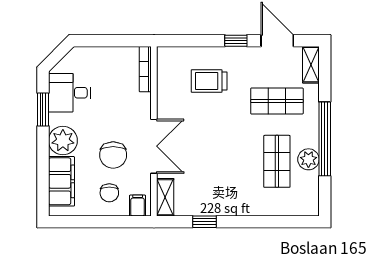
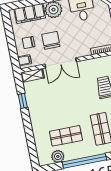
chair: (113, 155) -> (51, 40), turned 90
plant: (308, 159) -> (58, 156), moved

